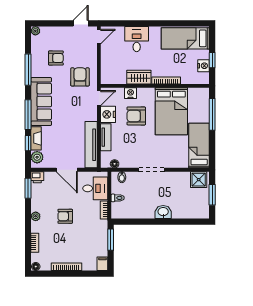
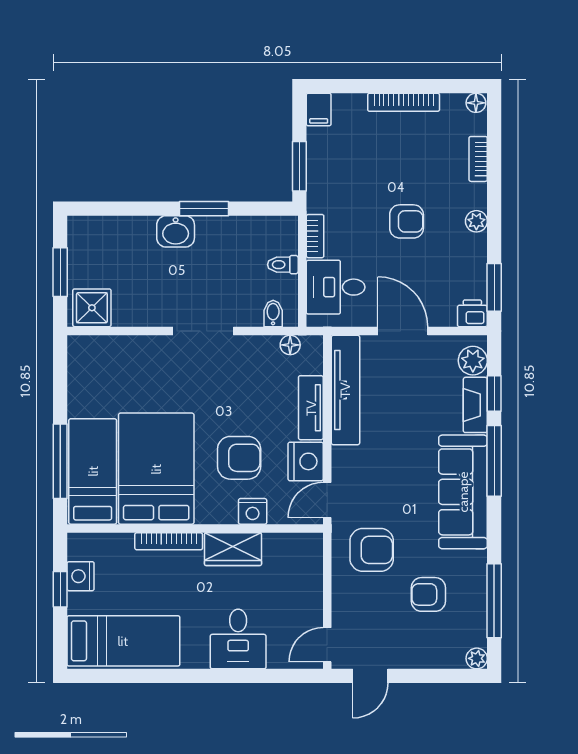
window: (28, 70) -> (494, 601), moved
armchair: (80, 77) -> (372, 550), turned -90
bed: (199, 146) -> (93, 471), moved, turned 180
window: (151, 222) -> (204, 209), added

